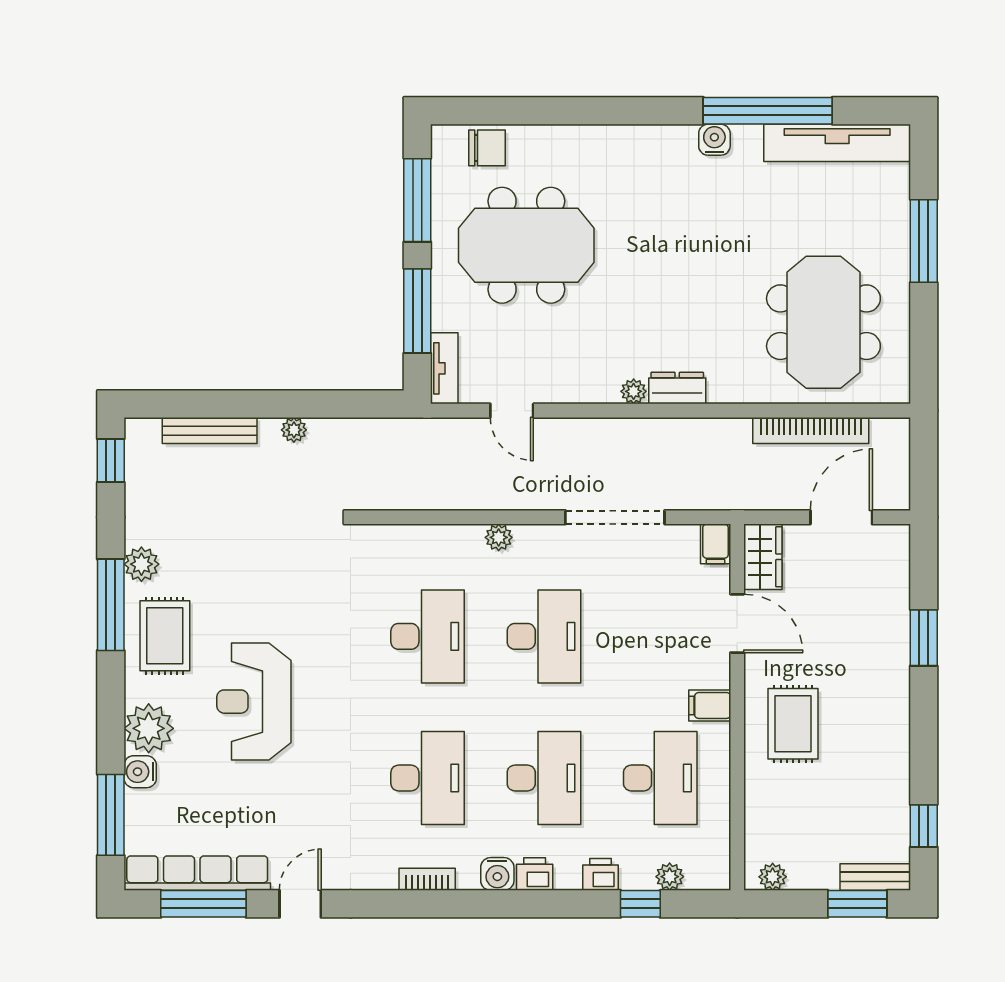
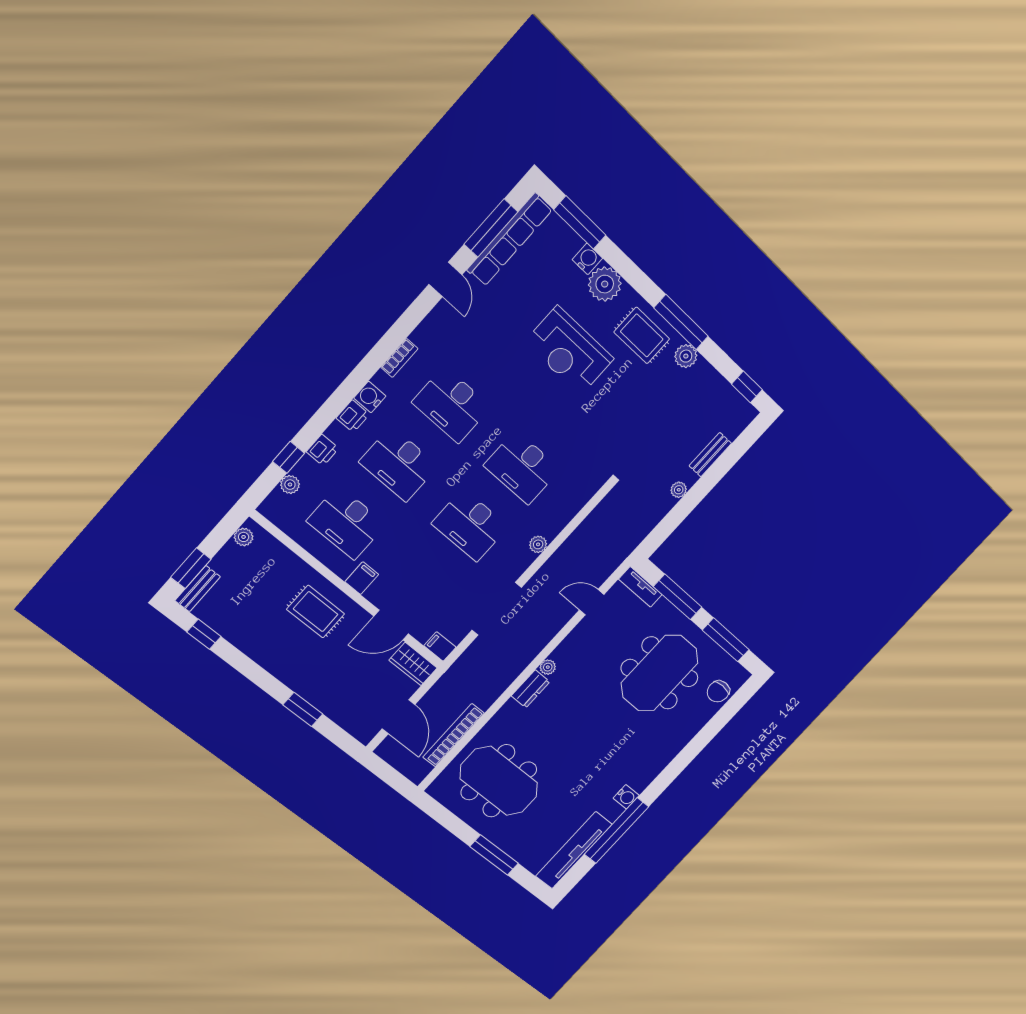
bench: (210, 431) -> (710, 455), width x0.73
reception desk: (254, 702) -> (569, 351), turned 180

